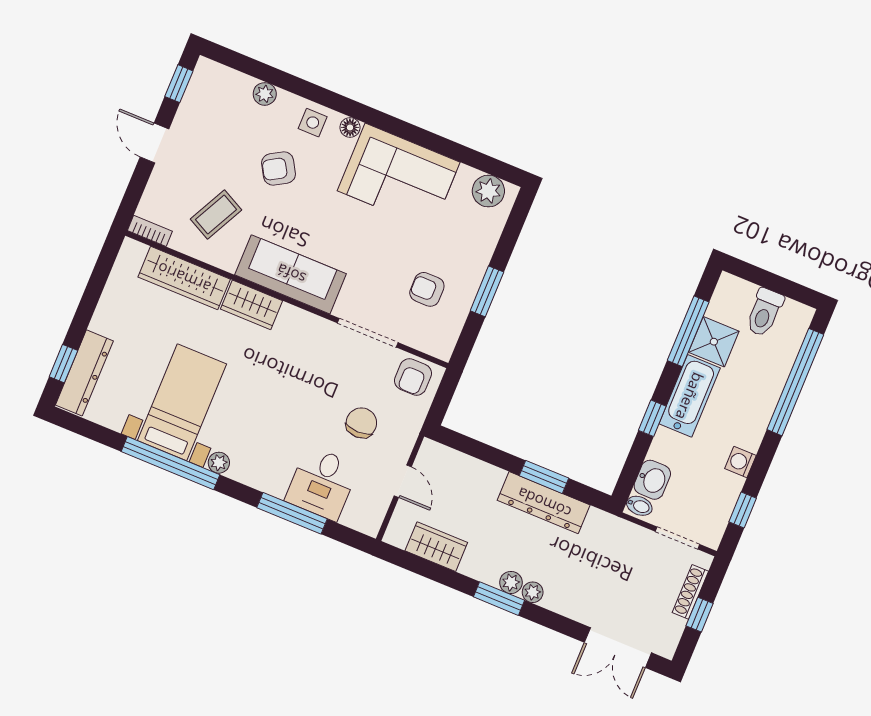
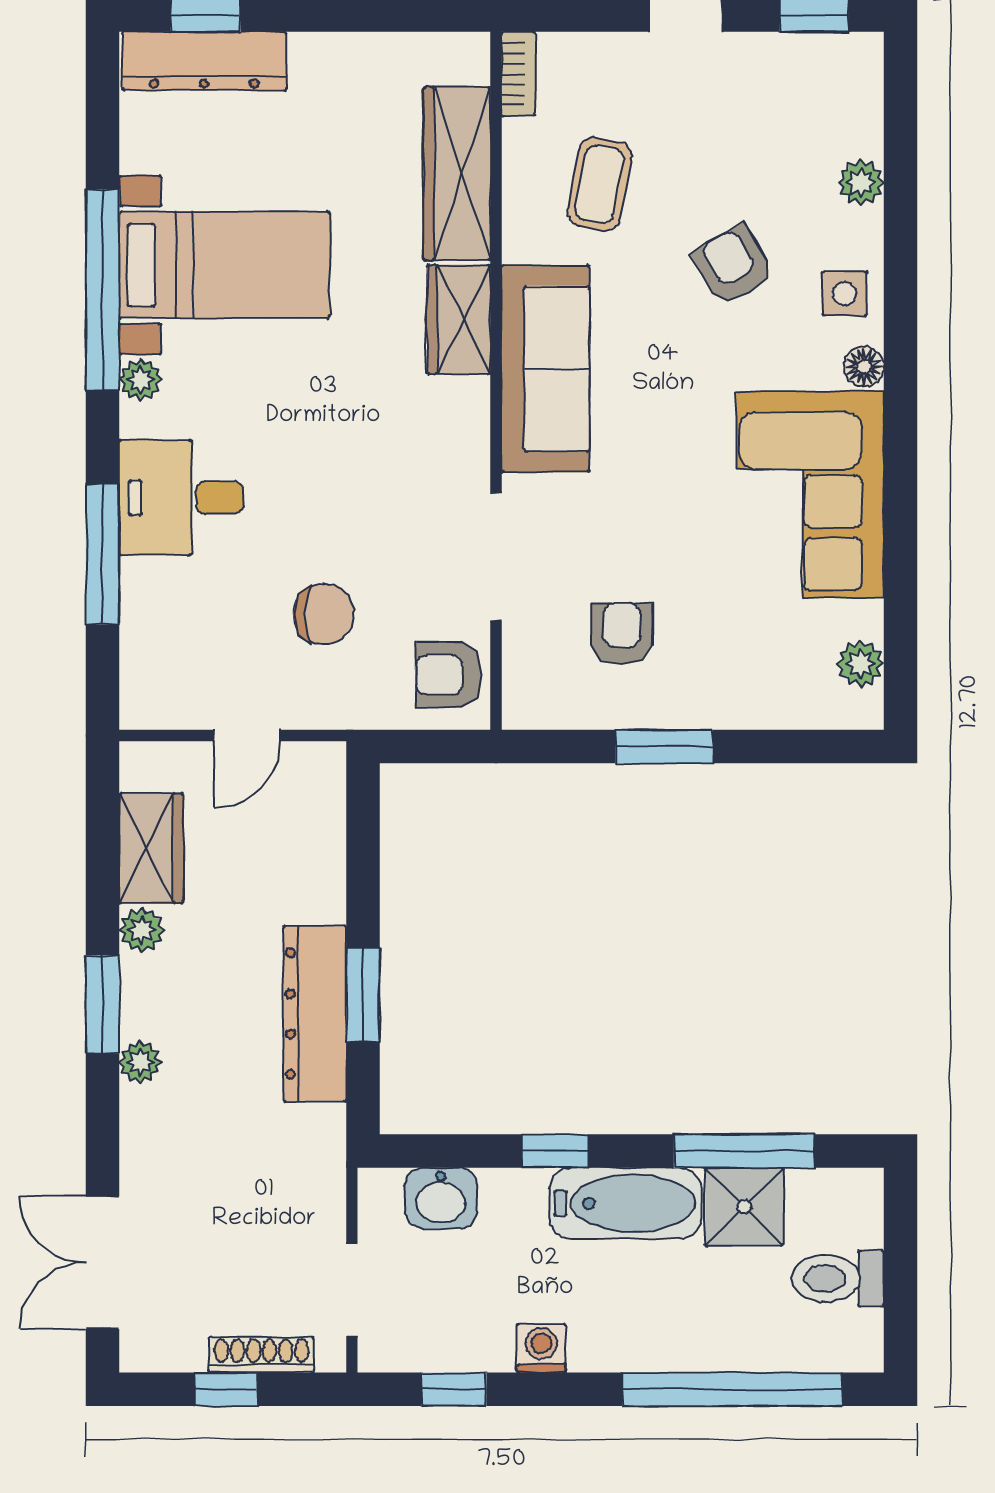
plant: (488, 191) -> (861, 664), width x0.73, depth x0.73
coffee table: (216, 215) -> (600, 184), turned 74
desk: (322, 483) -> (181, 498), moved
bidet: (639, 506) -> (382, 1194), removed
plant: (511, 582) -> (142, 930), moved

